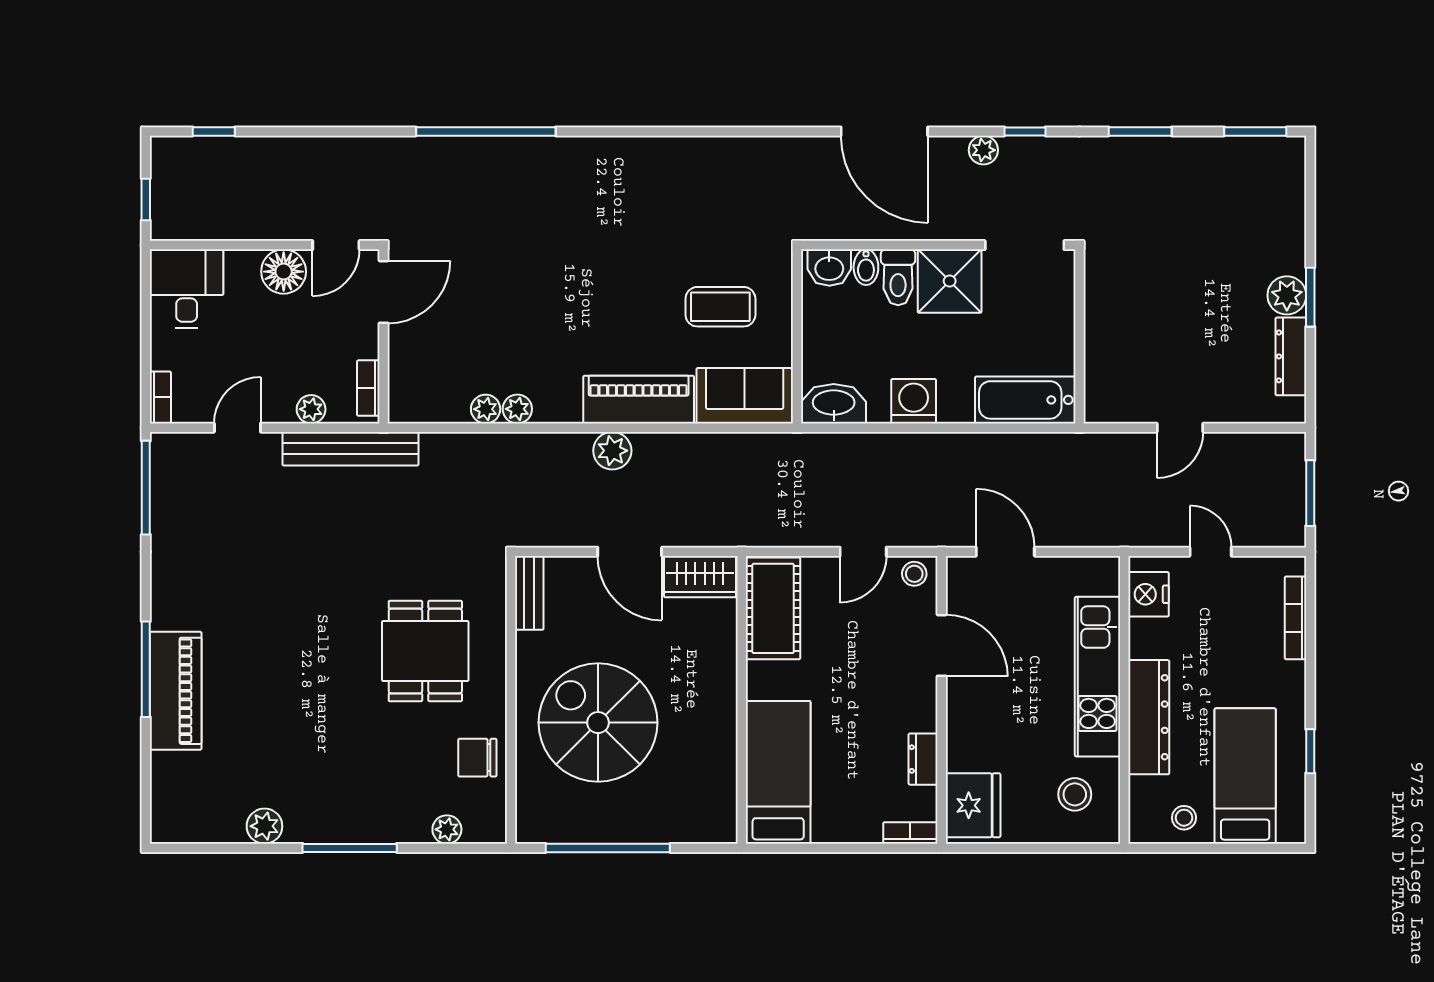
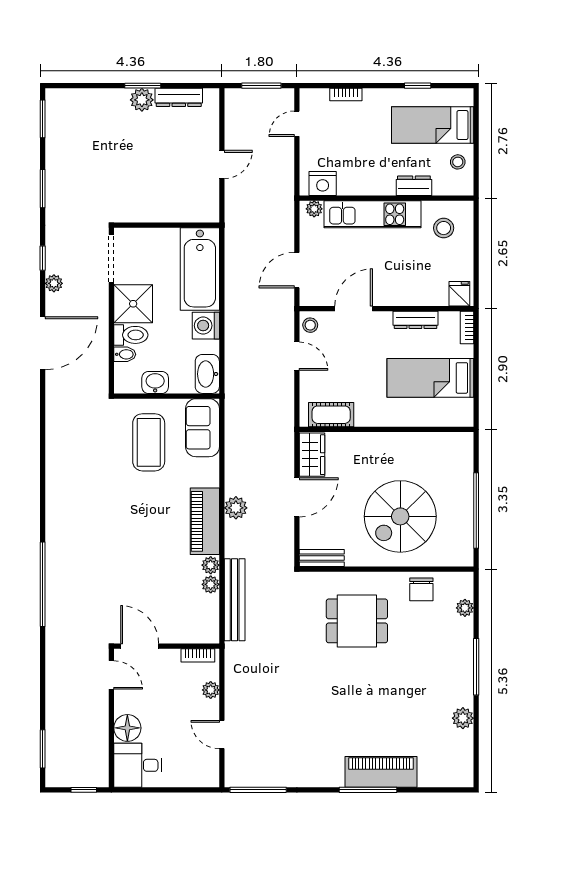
window: (214, 131) -> (43, 749), width x1.50
washbasin: (829, 268) -> (155, 382), moved, turned -90
floor lamp: (284, 272) -> (127, 728), moved
coffee table: (720, 307) -> (149, 442), width x1.36, depth x1.32
bookcase: (160, 397) -> (204, 781), removed
piano: (639, 400) -> (205, 521), moved
bathtub: (1025, 400) -> (200, 269), width x1.36, depth x1.36
door: (1180, 428) -> (222, 164), hinge flipped
bench: (350, 449) -> (235, 600), moved
door: (1211, 552) -> (297, 124), moved
plant: (1107, 580) -> (314, 209), added
cot: (773, 608) -> (331, 415), width x0.73, depth x0.75
bookcase: (1296, 618) -> (346, 95), width x0.64
dresser: (1149, 717) -> (414, 186), width x0.51, depth x0.80
dresser: (923, 759) -> (415, 320), width x1.44
bed: (778, 772) -> (430, 378), moved
fridge: (973, 805) -> (459, 294), width x0.53, depth x0.75

